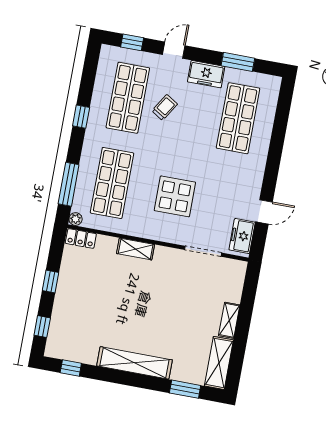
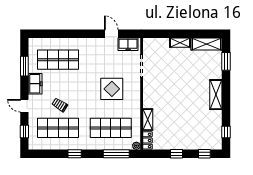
shelving: (136, 249) -> (148, 120), moved
shelving: (134, 363) -> (216, 95), width x0.68

